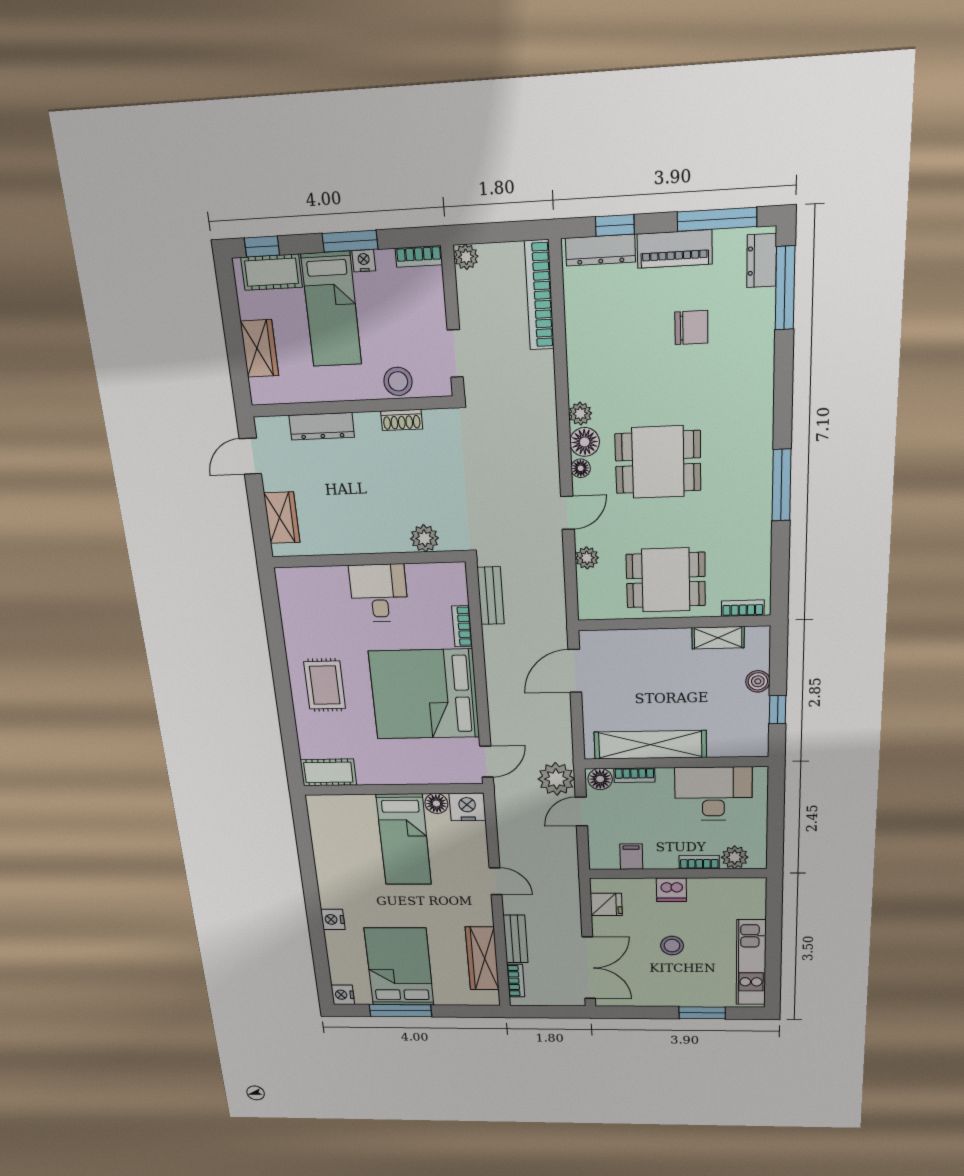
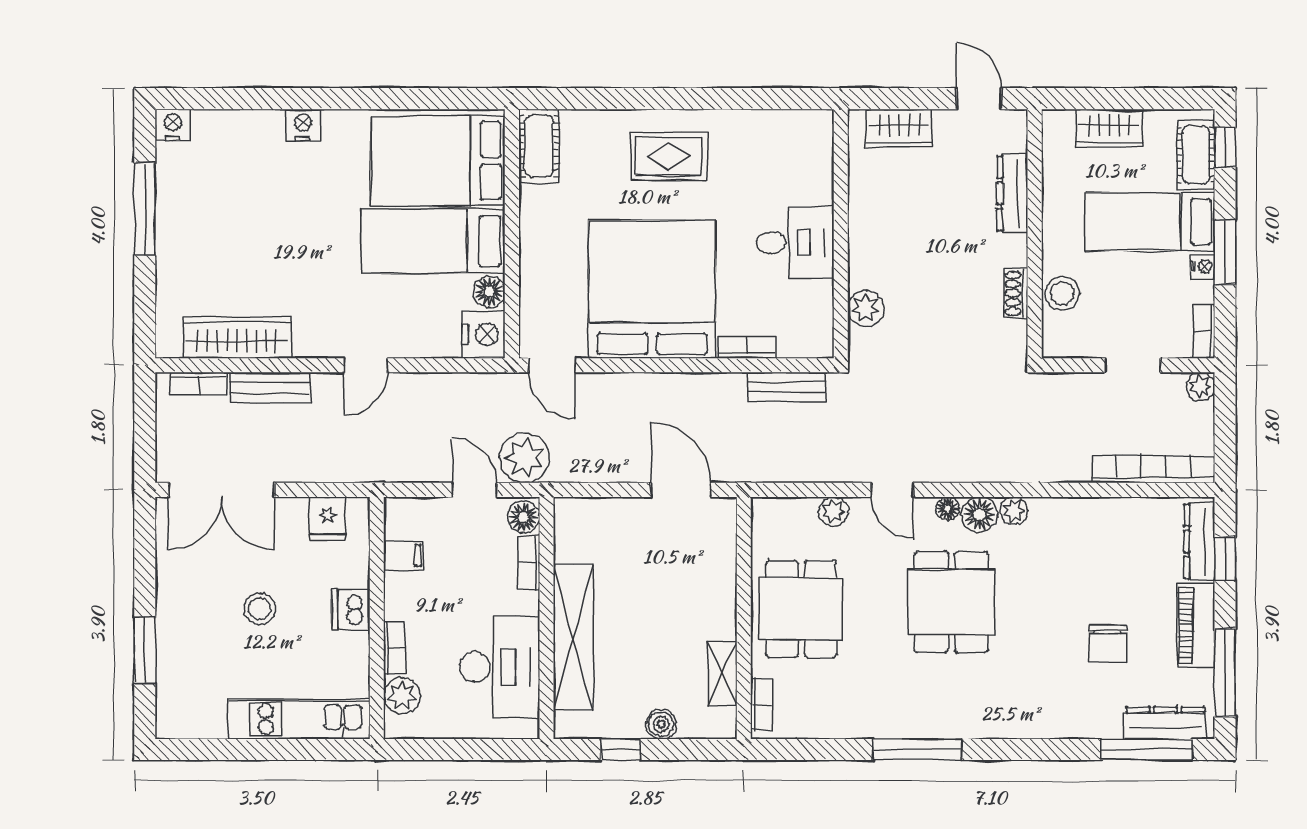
dresser: (762, 261) -> (1165, 723), width x1.44
doorway: (455, 354) -> (1133, 365), moved
shelving: (650, 745) -> (573, 638), moved
kitchen unit: (751, 962) -> (299, 719), moved
bed: (399, 967) -> (438, 161), moved, turned 180

